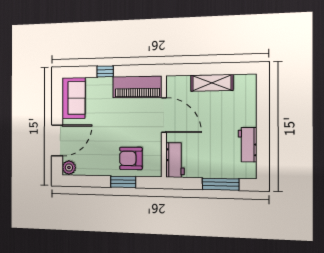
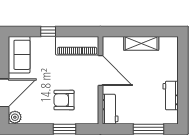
armchair: (131, 158) -> (64, 100), moved

